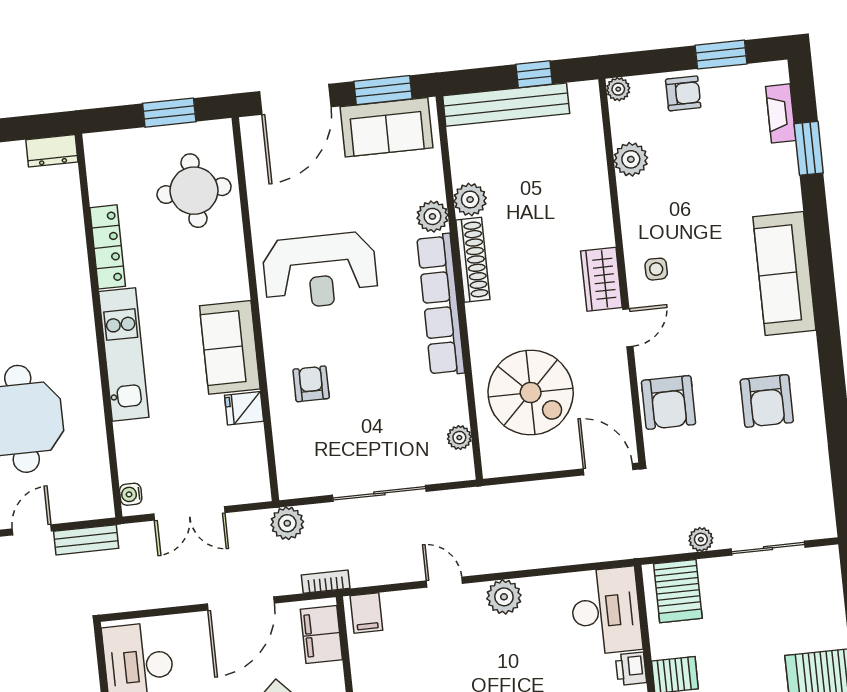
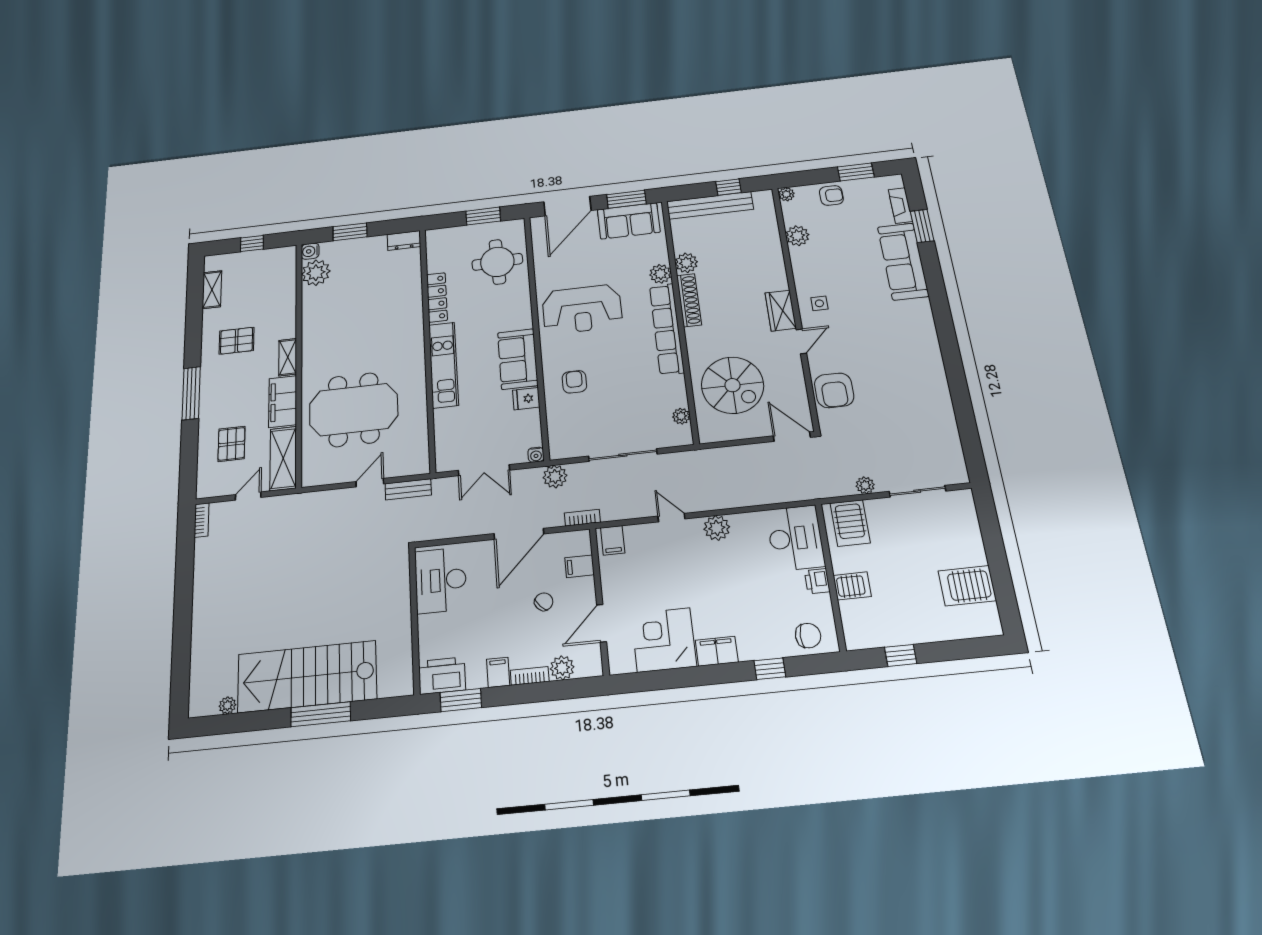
sofa: (784, 273) -> (903, 261), moved
armchair: (767, 401) -> (907, 388), removed
water cooler: (131, 494) -> (536, 455), moved, turned -90
filing cabinet: (321, 635) -> (579, 566), width x0.50

